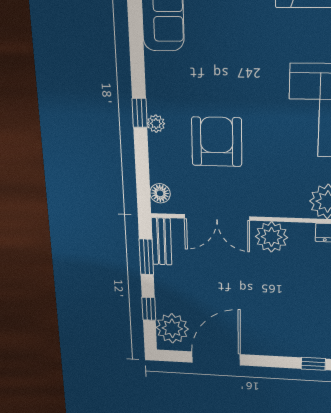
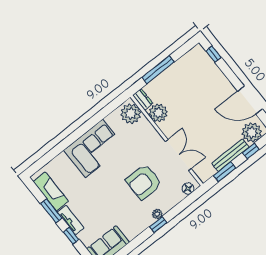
plant: (272, 237) -> (158, 113), moved
bench: (162, 241) -> (230, 155), moved, width x1.36

